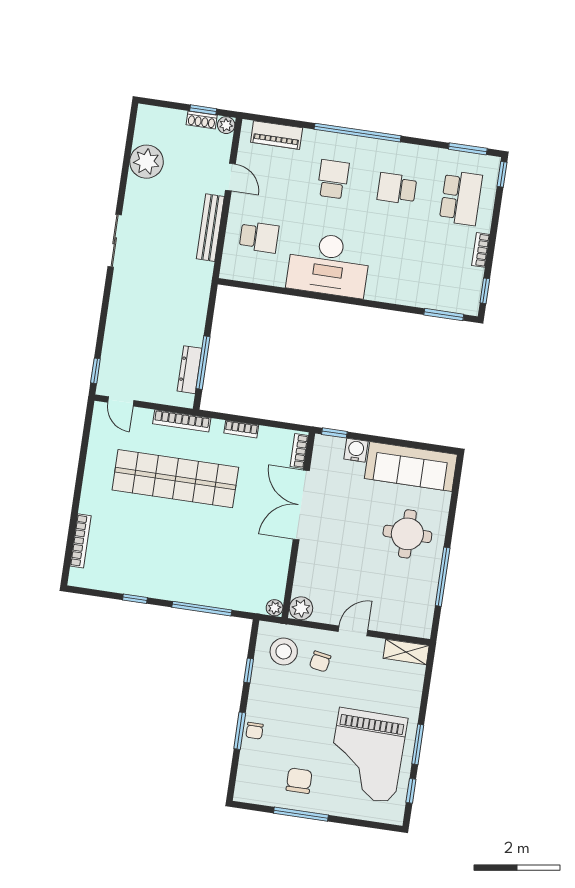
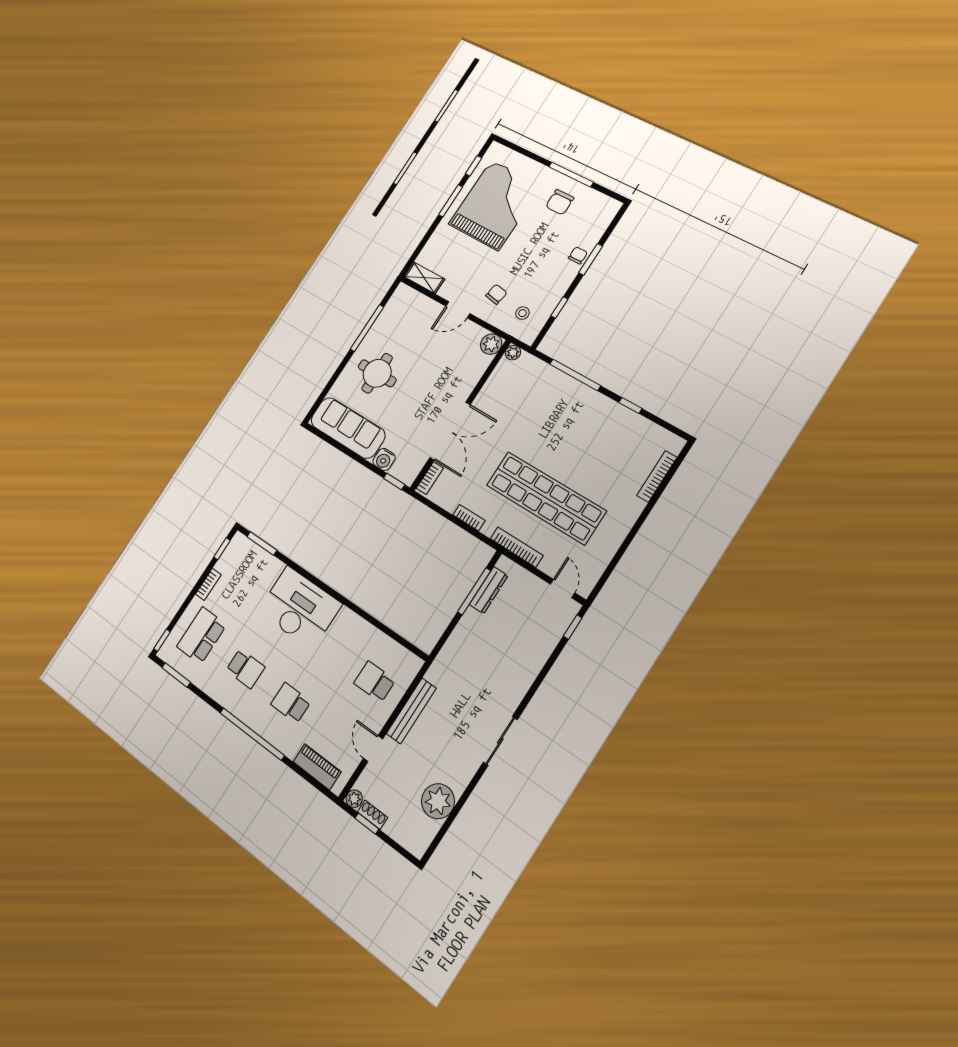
school desk: (333, 179) -> (291, 703), turned 90
desk: (329, 265) -> (300, 608), moved
stool: (284, 651) -> (522, 313), width x0.53, depth x0.53

